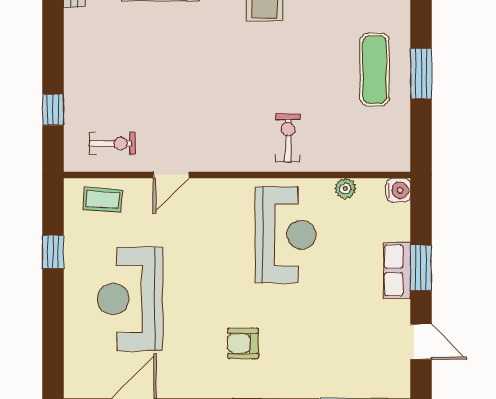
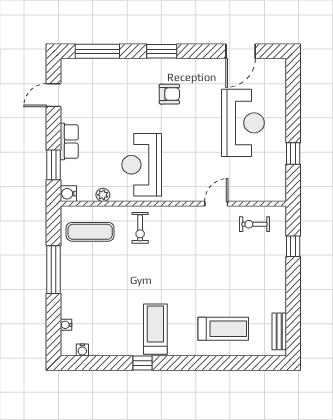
exercise mat: (375, 70) -> (90, 232), moved, turned 90
window: (421, 74) -> (54, 270), width x1.44
coffee table: (103, 200) -> (261, 188), removed
window: (421, 268) -> (54, 165), moved
door: (421, 342) -> (54, 95), hinge flipped

